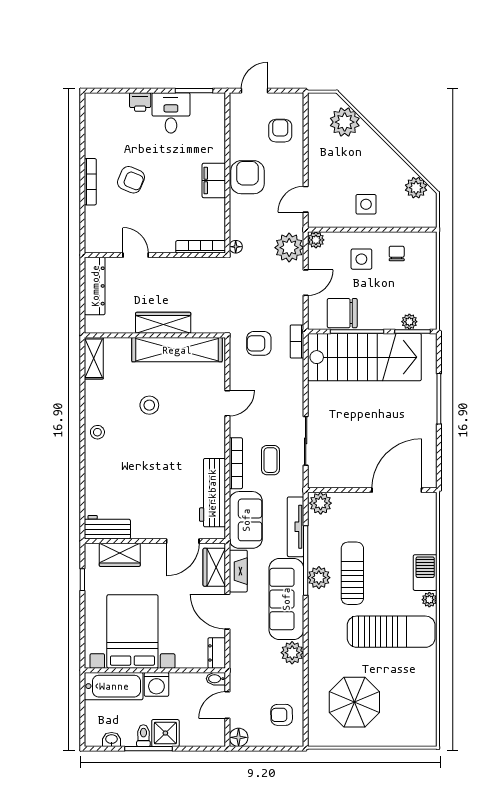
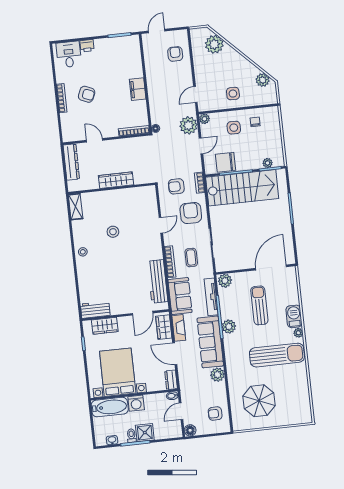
desk: (171, 113) -> (69, 54), moved
armchair: (247, 177) -> (191, 213), moved
shelving: (177, 350) -> (126, 196), removed
sun lounger: (352, 573) -> (259, 305), moved

